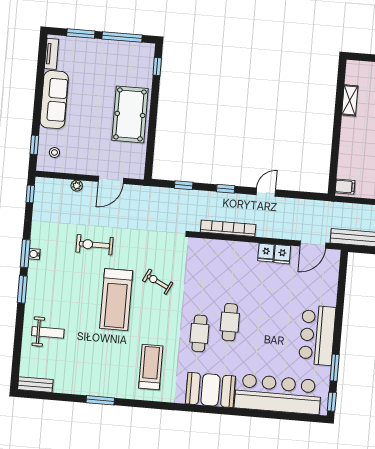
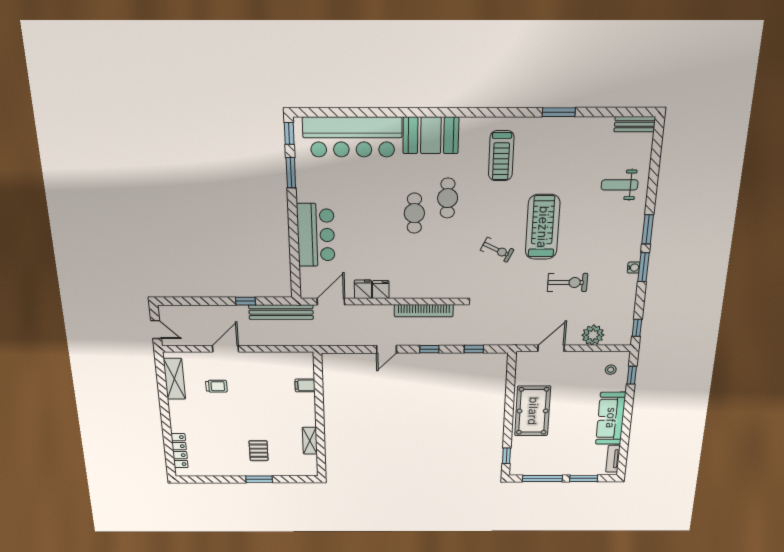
plant: (77, 186) -> (593, 335), width x1.87, depth x1.87
filing cabinet: (345, 187) -> (305, 385), moved
bar counter: (317, 335) -> (316, 235), moved

